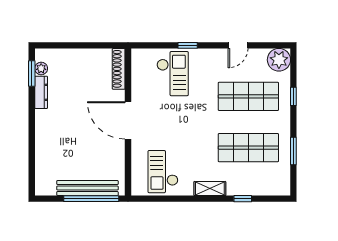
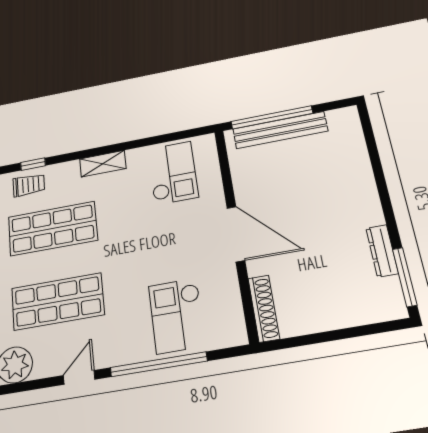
window: (188, 45) -> (158, 364), width x3.17
plant: (41, 68) -> (391, 287), removed
window: (32, 73) -> (405, 277), width x1.44
trolley: (263, 183) -> (29, 185), added
window: (243, 199) -> (33, 164), moved

